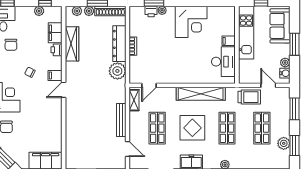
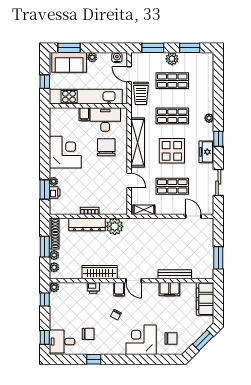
plant: (39, 11) -> (54, 287), moved
filing cabinet: (55, 33) -> (169, 289), moved
kitchen unit: (246, 33) -> (86, 97), width x1.36
wardrobe: (72, 44) -> (100, 272), moved
window: (294, 44) -> (69, 48), moved
chair: (196, 63) -> (106, 147), added
plant: (285, 63) -> (92, 57), moved
door: (149, 85) -> (129, 181), moved
door: (268, 85) -> (129, 74), hinge flipped
trolley: (249, 97) -> (141, 93), turned 180
bench: (121, 120) -> (175, 274), moved
plant: (284, 143) -> (172, 59), moved
door: (128, 149) -> (193, 216), hinge flipped

